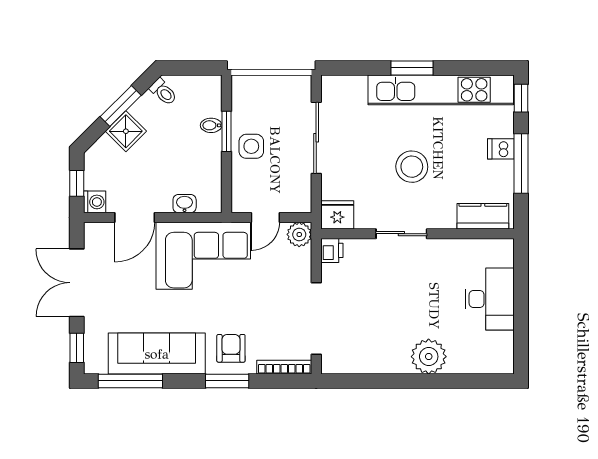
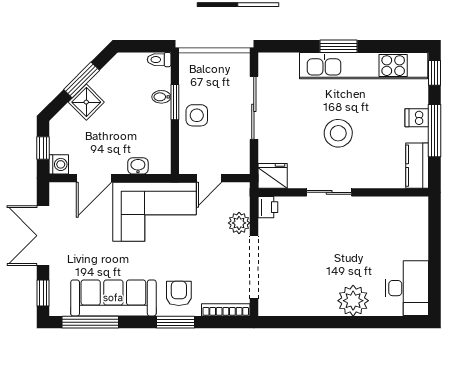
toilet: (163, 92) -> (159, 60), moved, turned 135
kitchen counter: (483, 216) -> (417, 166), moved, turned -90
plant: (299, 234) -> (239, 223), moved
desk: (490, 299) -> (407, 288), moved

